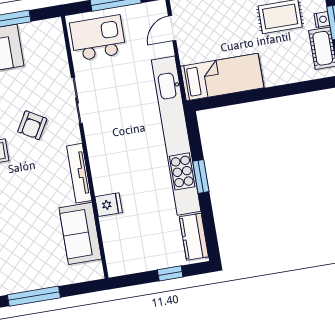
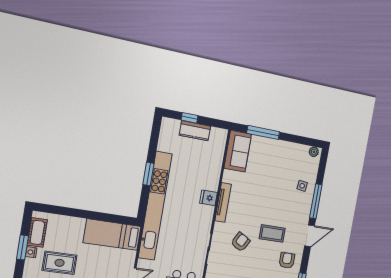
fridge: (109, 205) -> (208, 198), moved
sofa: (80, 233) -> (238, 151), moved
kitchen counter: (194, 237) -> (195, 131), moved, turned 90
window: (34, 296) -> (263, 133), moved

